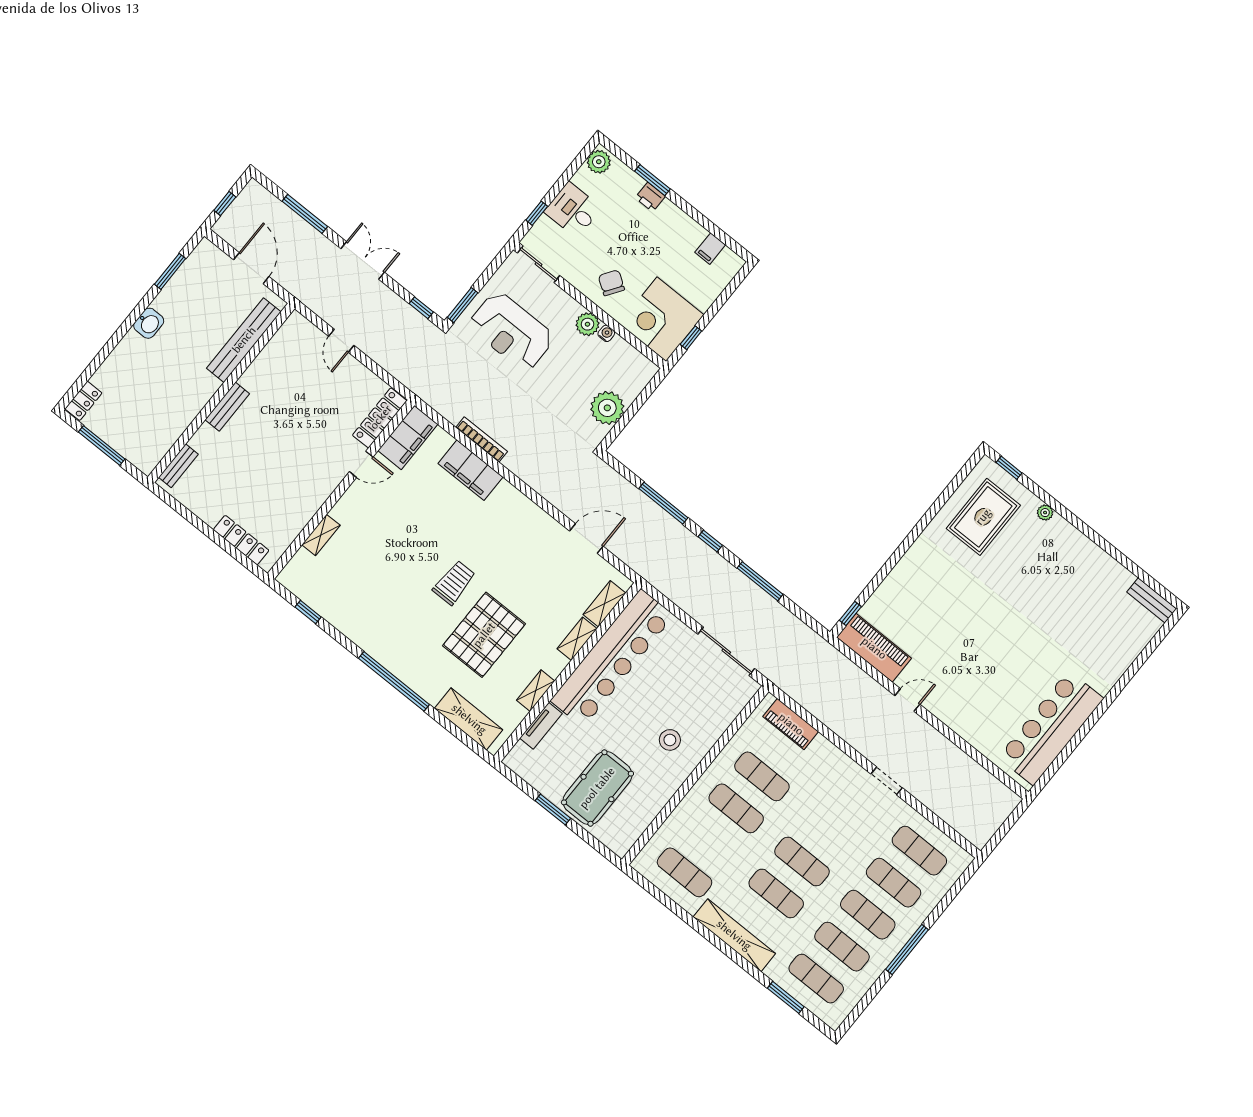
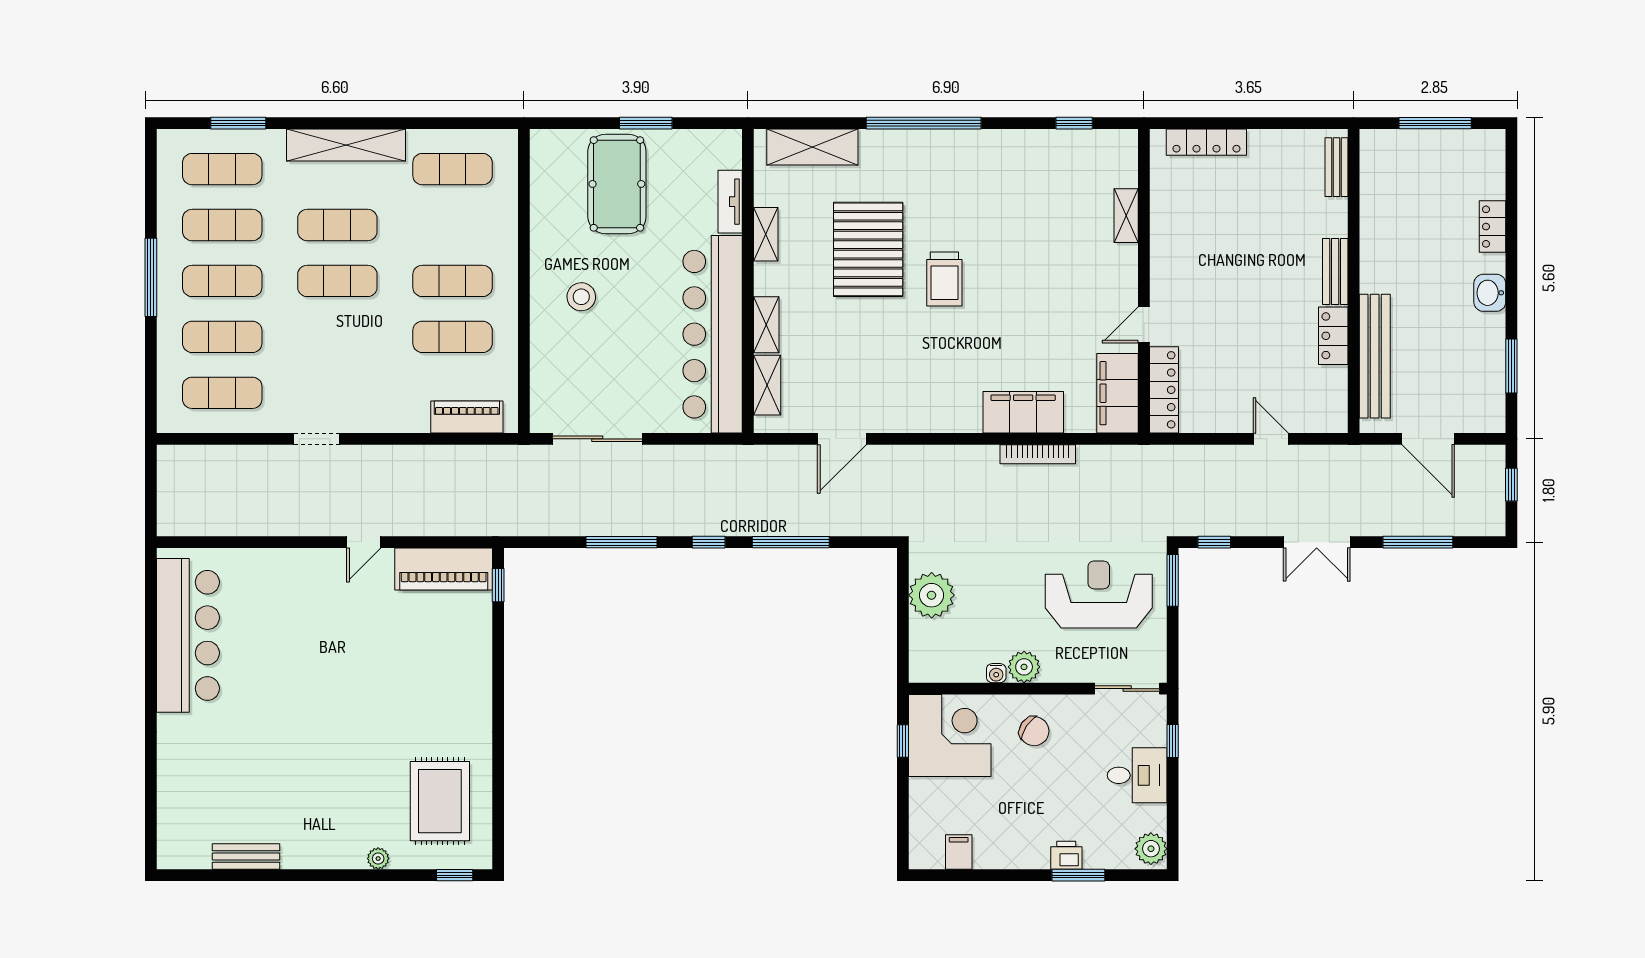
locker: (258, 371) -> (1333, 336), added
locker: (83, 401) -> (1493, 227), moved
bench: (1152, 600) -> (246, 857), moved

